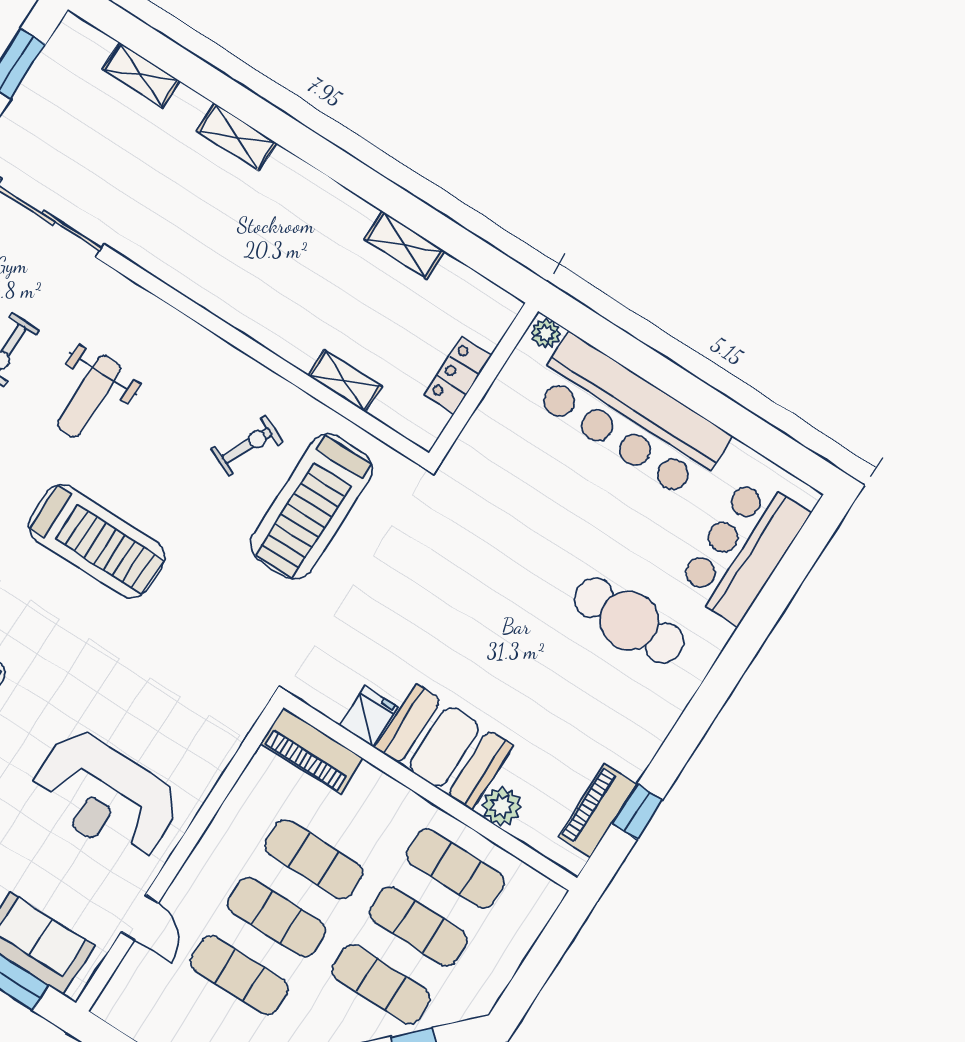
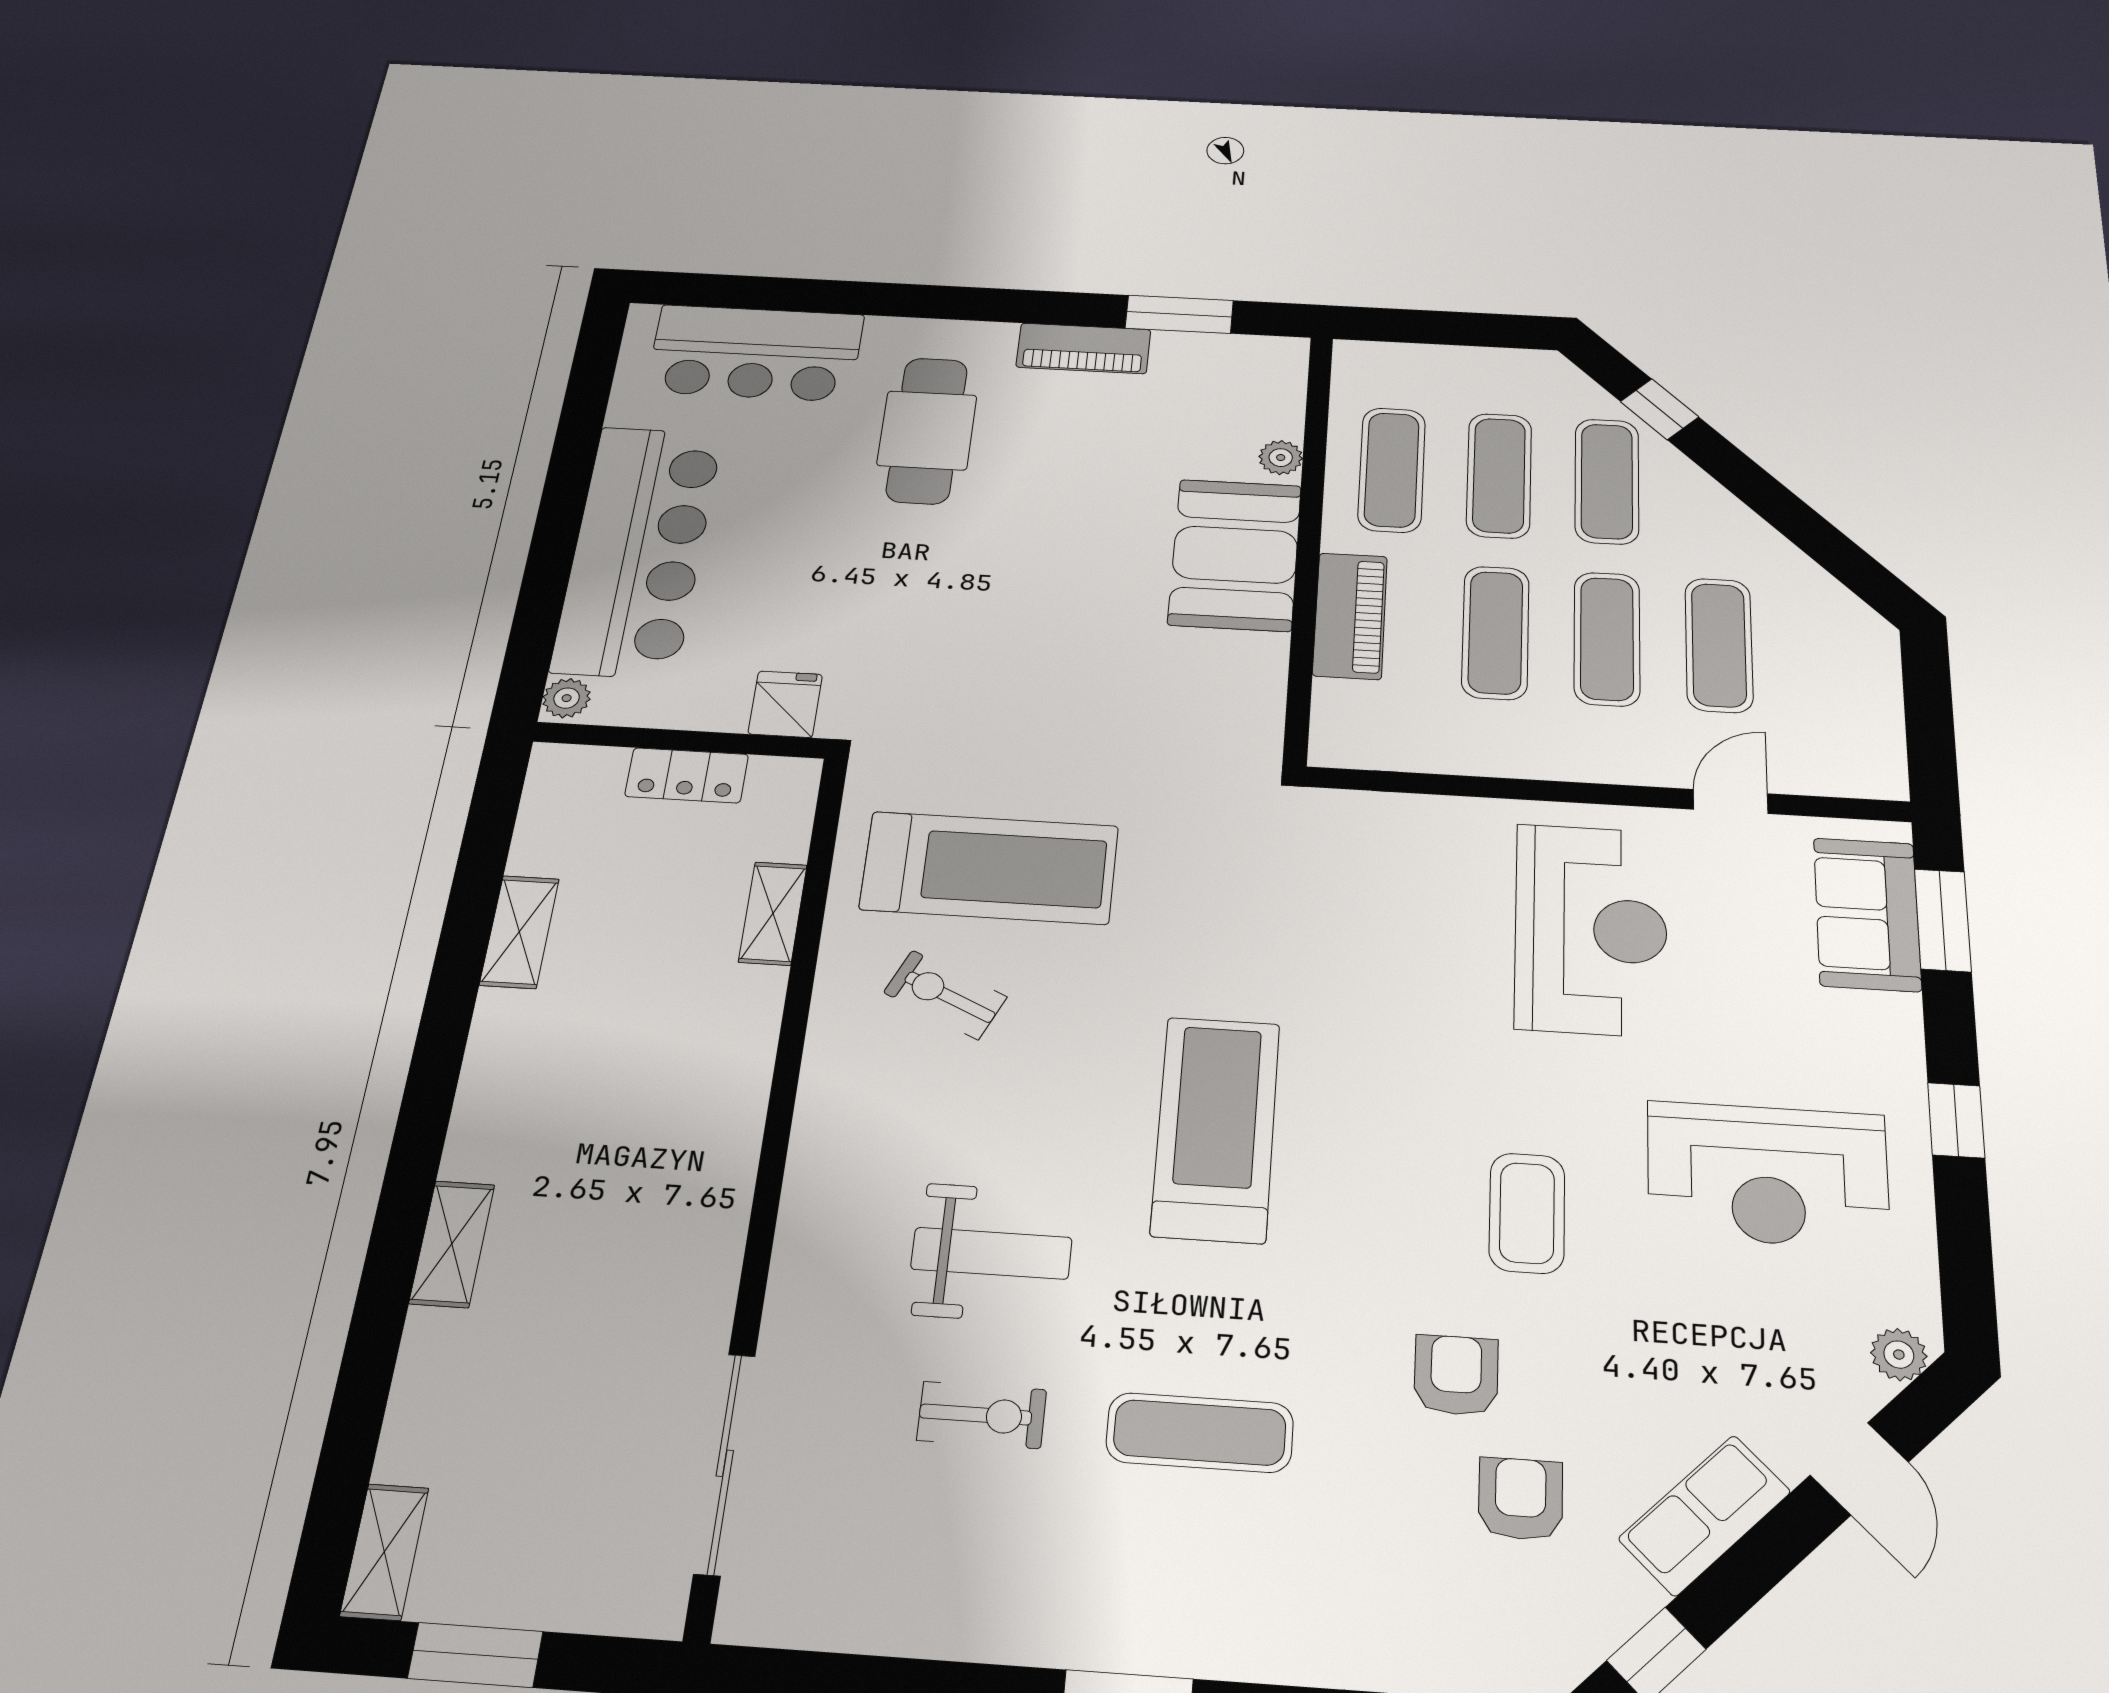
shelving: (141, 75) -> (384, 1552), moved
fridge: (368, 716) -> (785, 704), moved, turned 90
piano: (312, 751) -> (1350, 616), moved
plant: (501, 806) -> (1281, 458), width x0.73, depth x0.73
piano: (598, 810) -> (1083, 348), moved
window: (637, 812) -> (1179, 314), width x1.50

